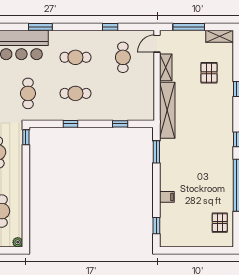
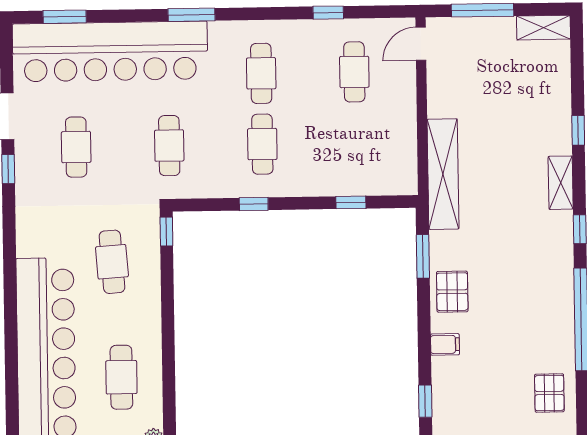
cafe table: (75, 57) -> (261, 73), turned 90
shelving: (166, 67) -> (561, 183), moved
pallet: (209, 73) -> (452, 292), moved
cafe table: (75, 93) -> (262, 144), turned 90

